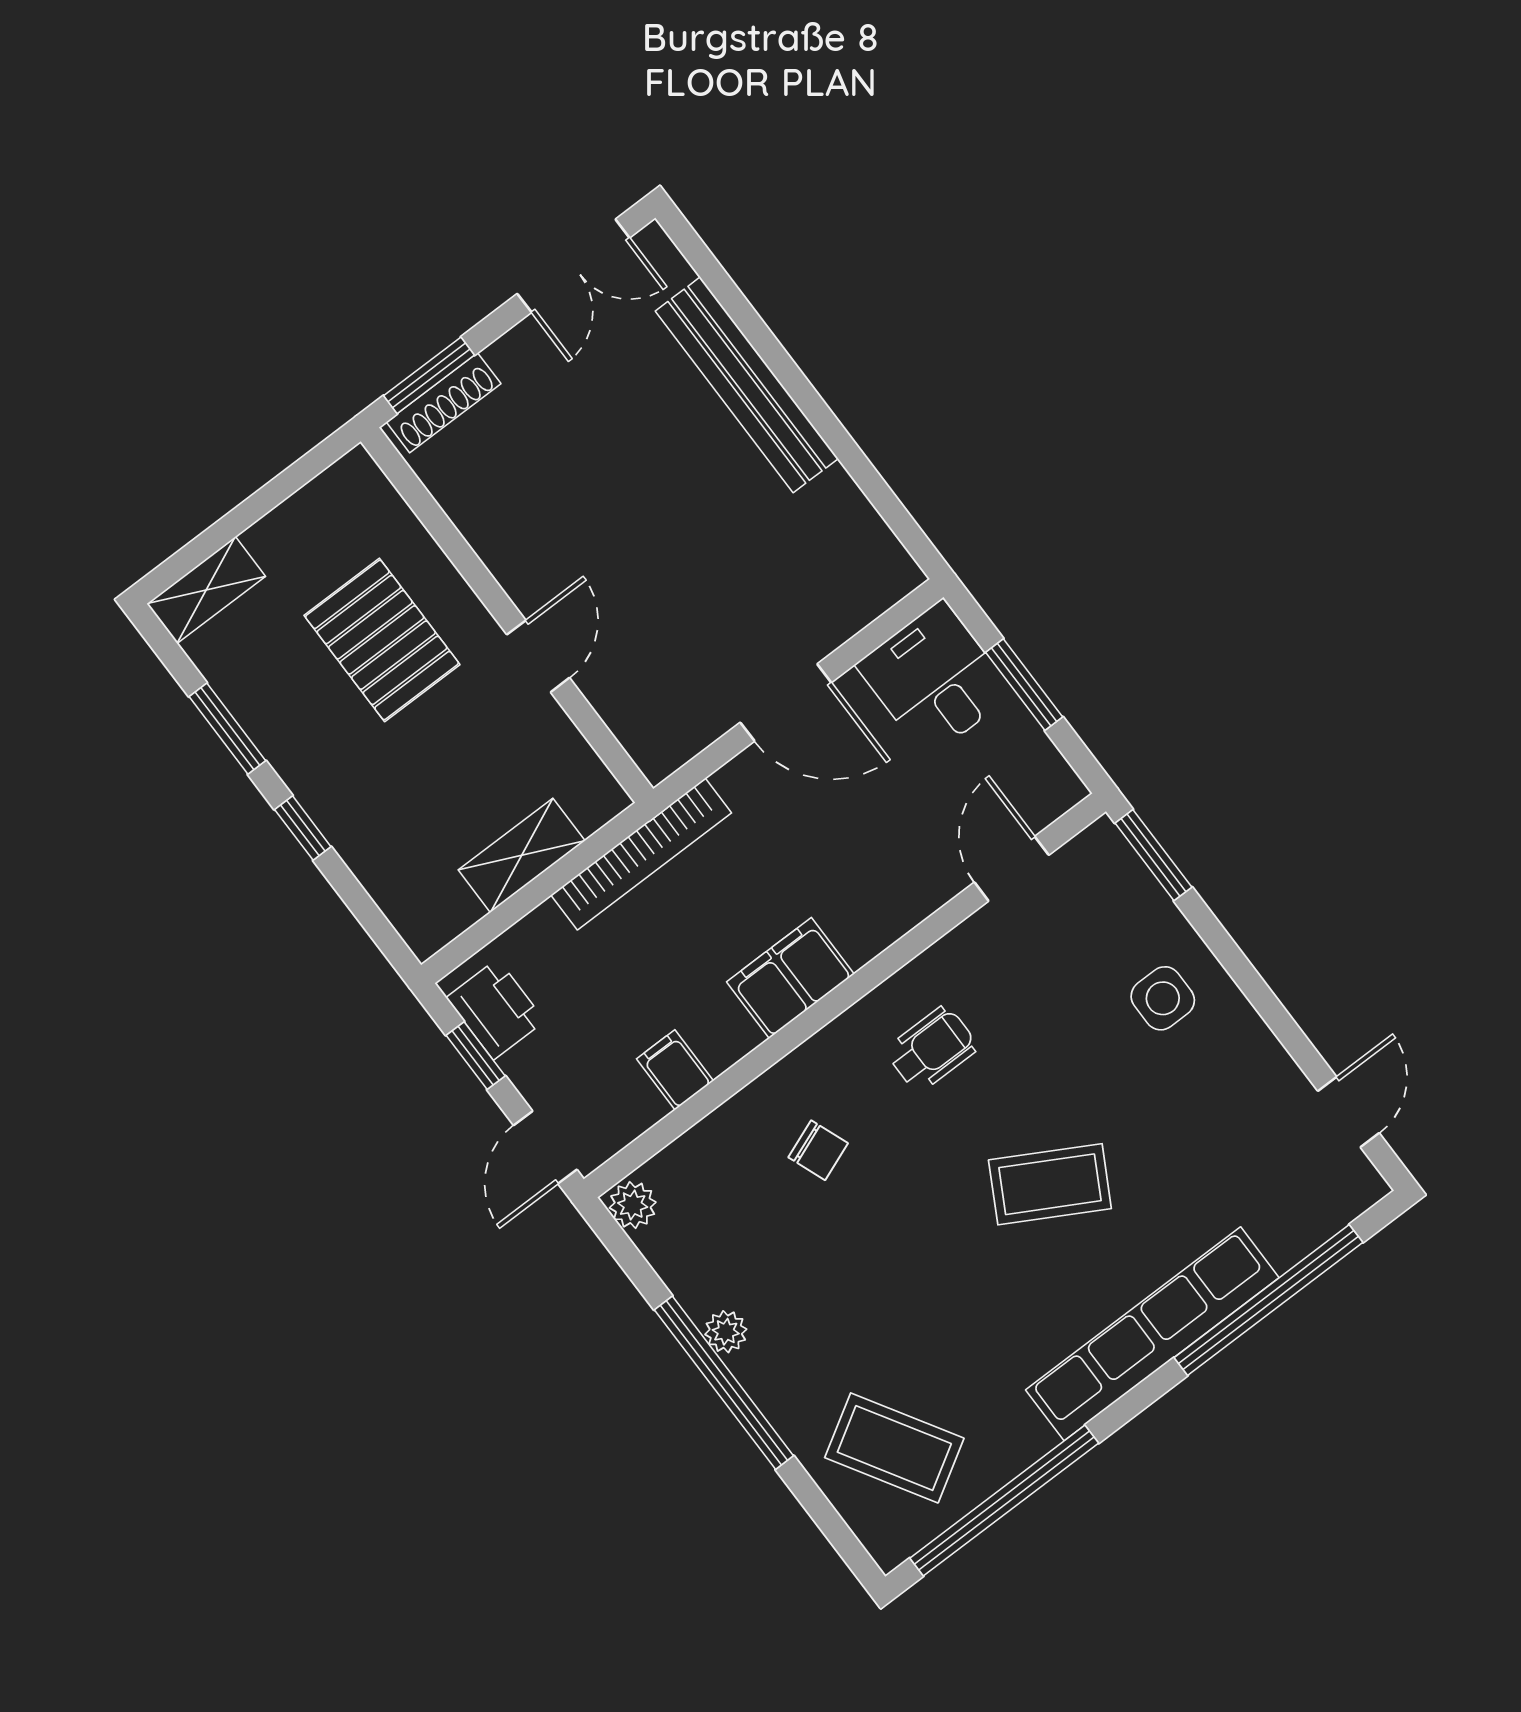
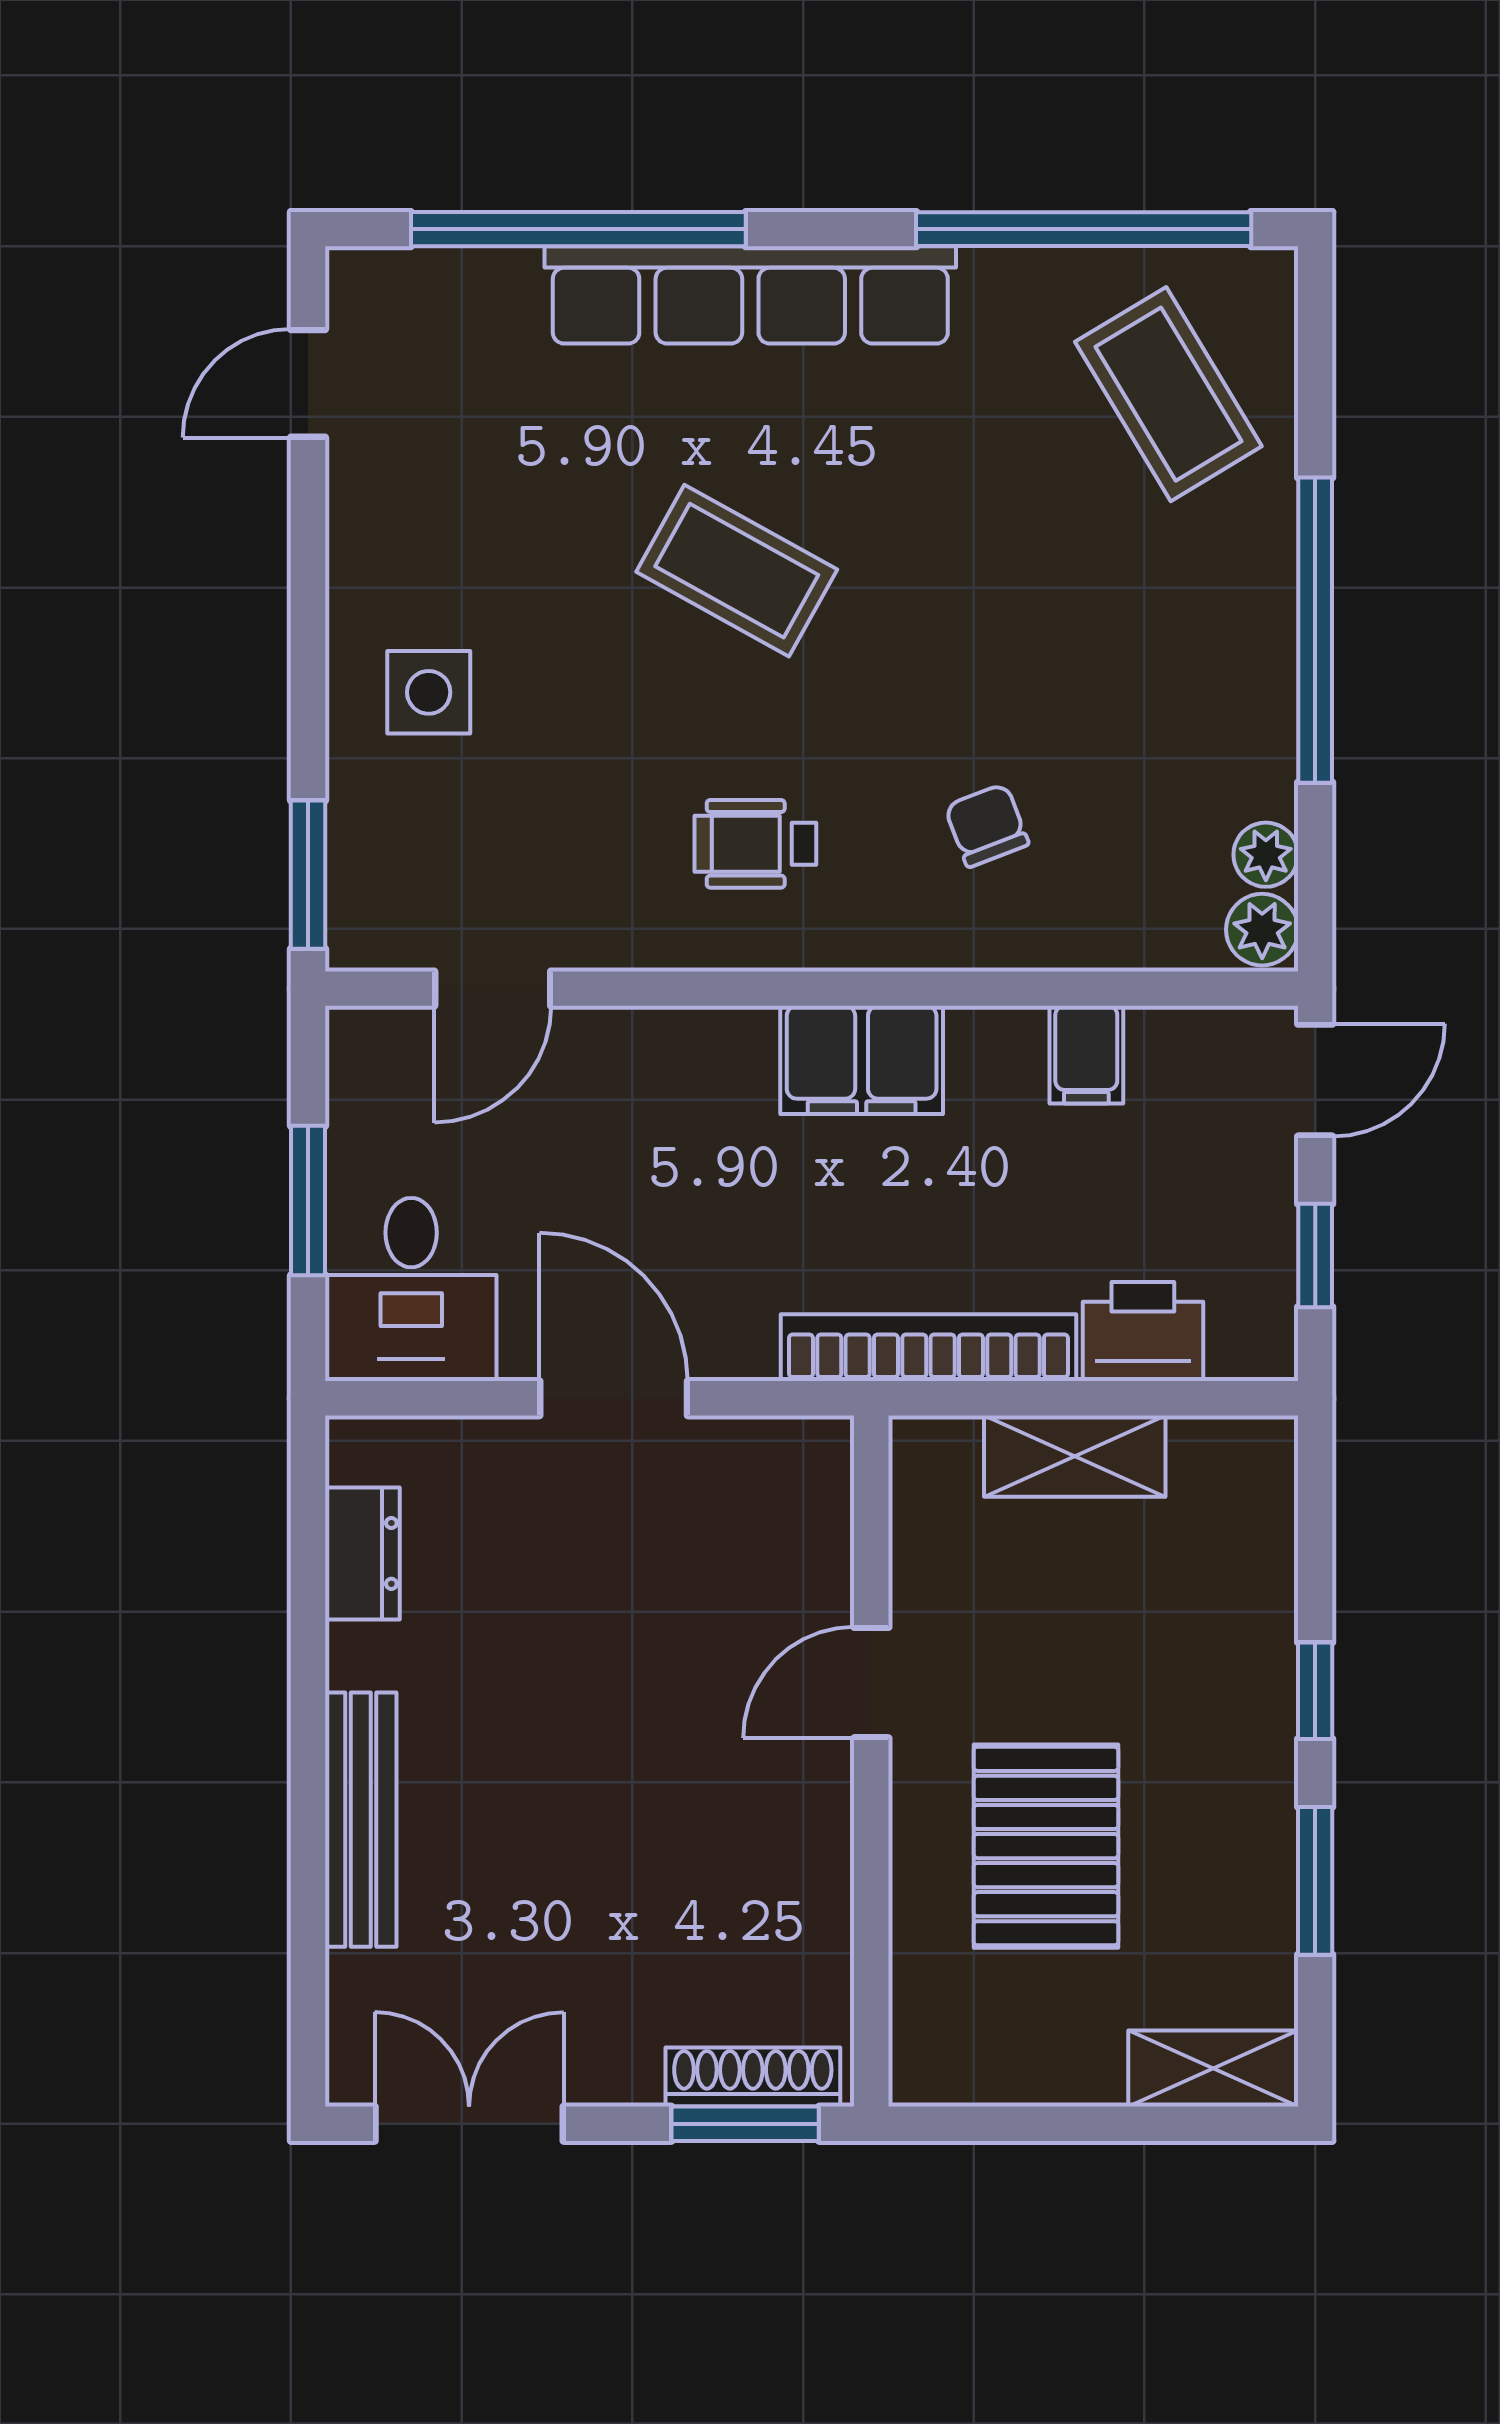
bench: (747, 385) -> (361, 1820), width x0.73, depth x0.82
dresser: (856, 522) -> (362, 1553), added
printer: (495, 1009) -> (1143, 1332), moved, turned 90
plant: (726, 1332) -> (1266, 855), moved

